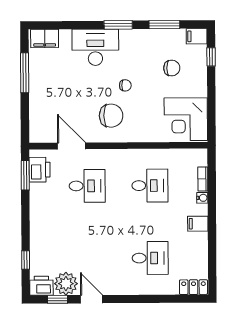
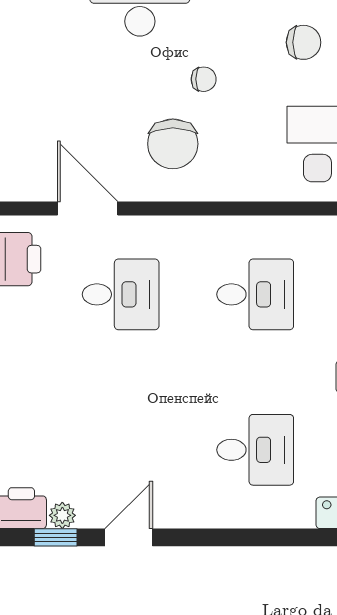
chair: (111, 116) -> (173, 144), turned 90
plant: (66, 284) -> (62, 515), width x0.53, depth x0.53
door: (92, 299) -> (129, 537), hinge flipped

